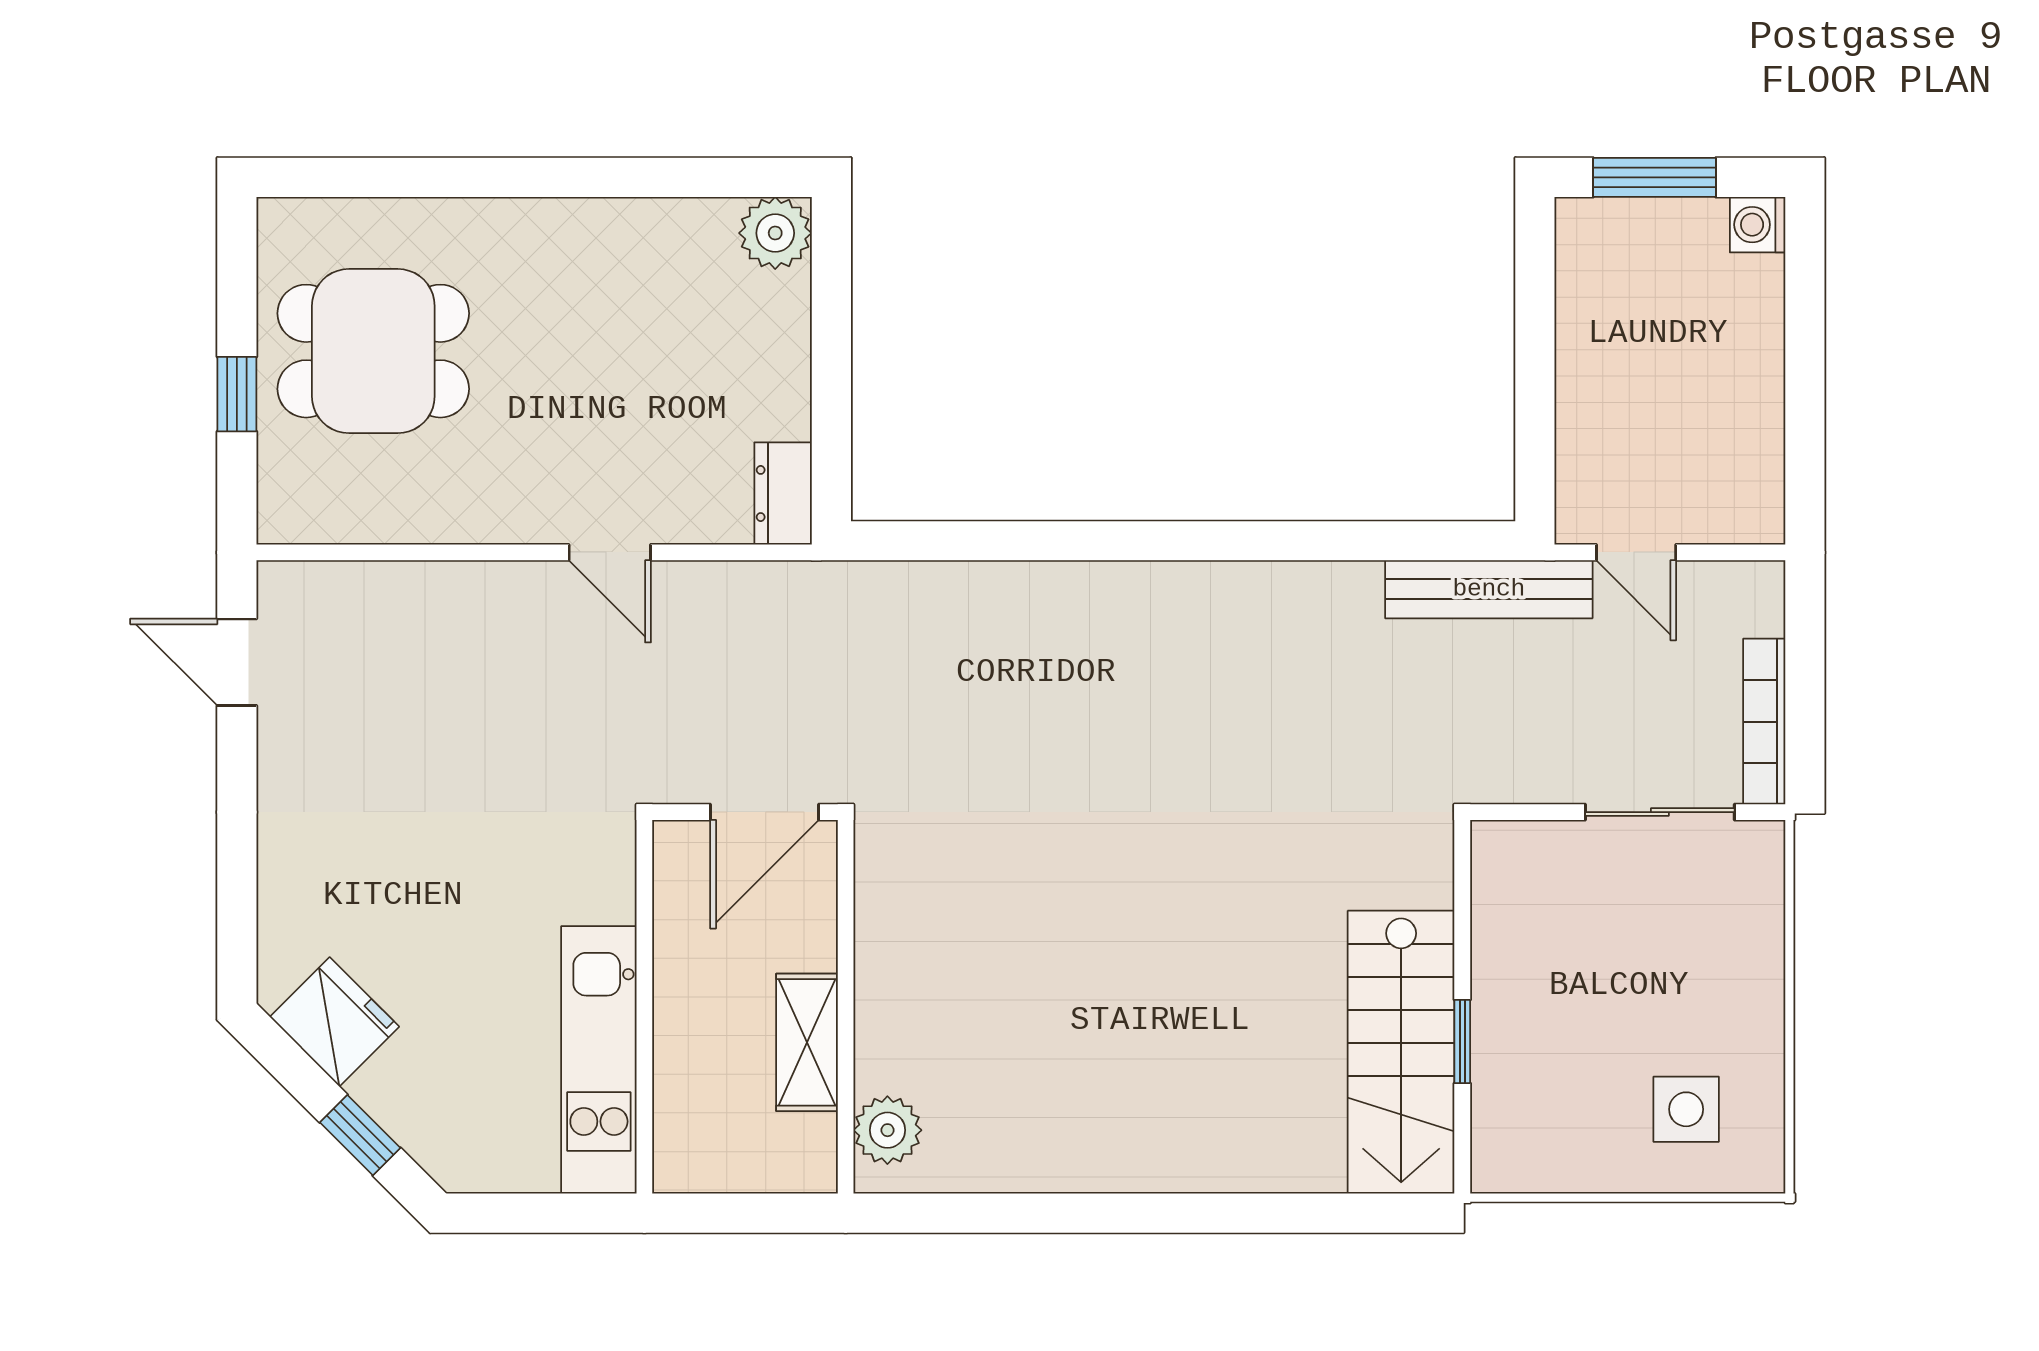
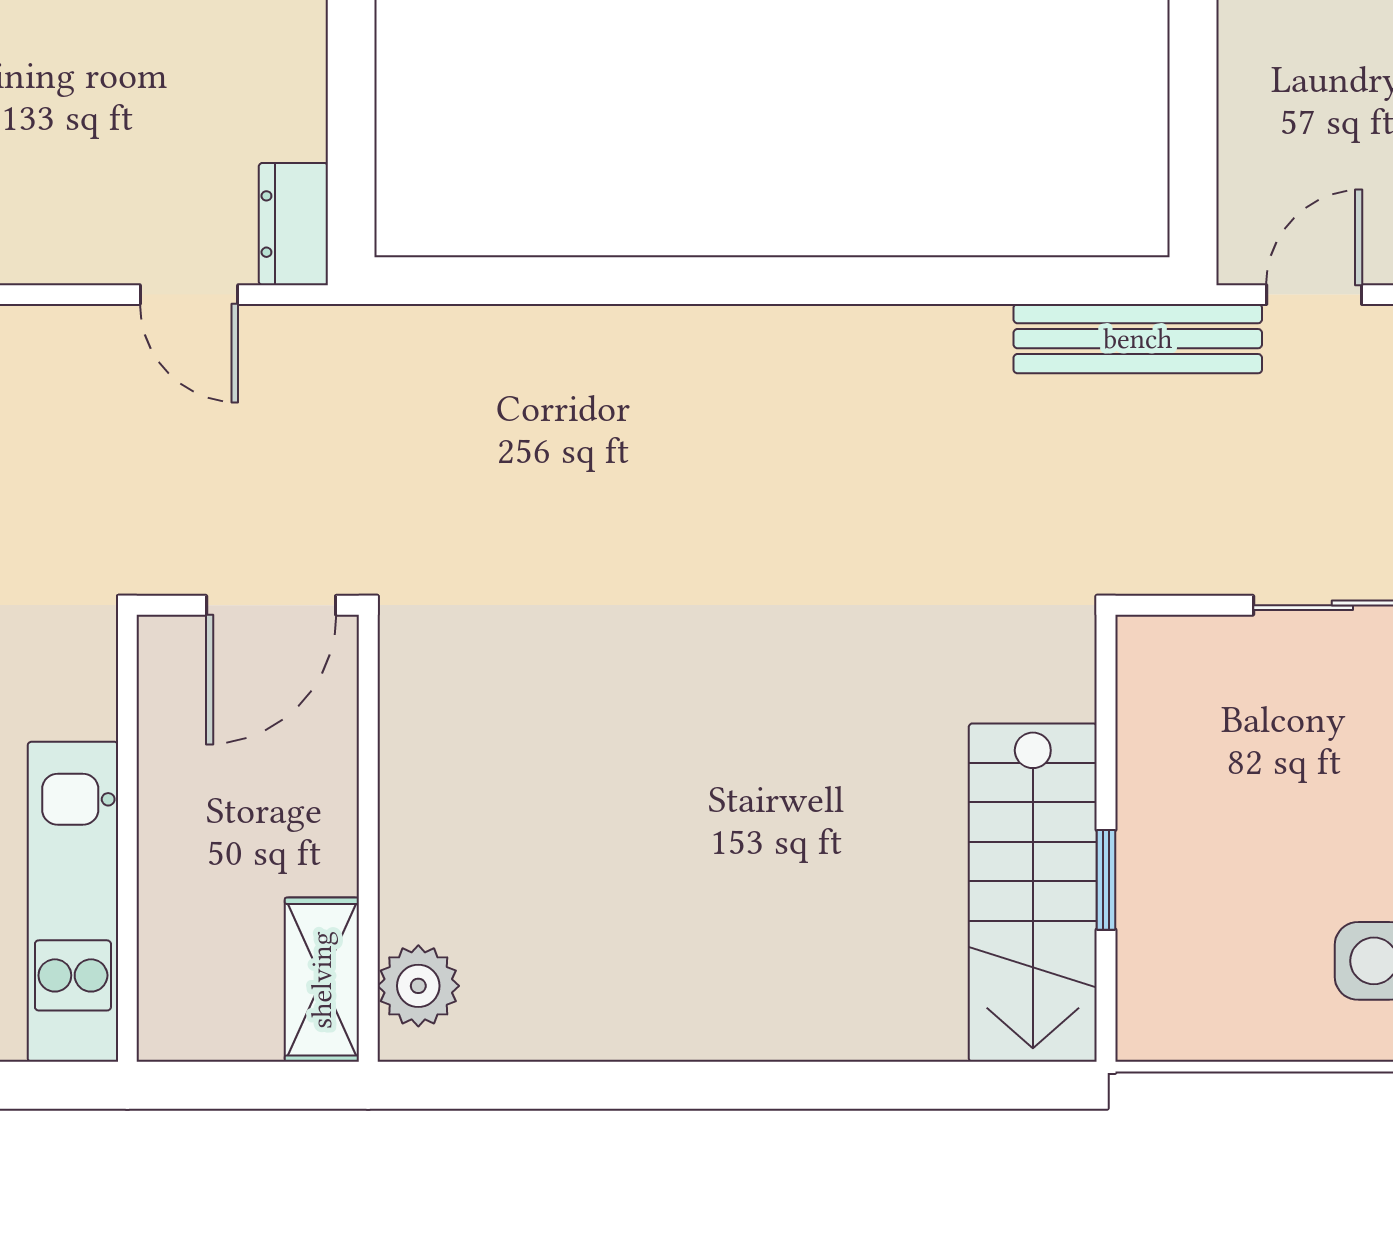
door: (610, 552) -> (189, 295), moved
door: (1636, 552) -> (1314, 295), swing flipped
shelving: (807, 1042) -> (322, 980), moved

